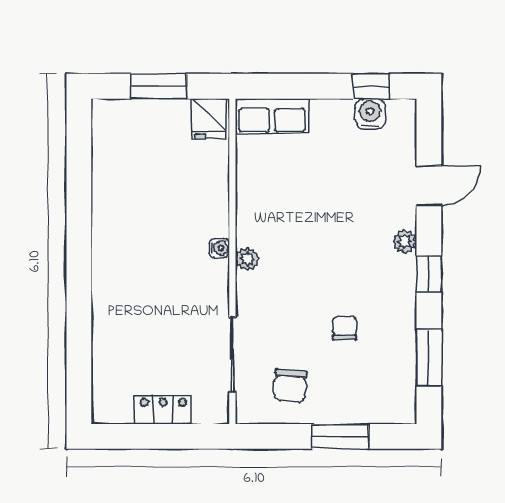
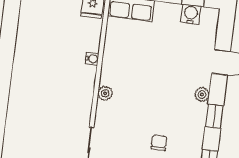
water cooler: (219, 248) -> (92, 59), moved

